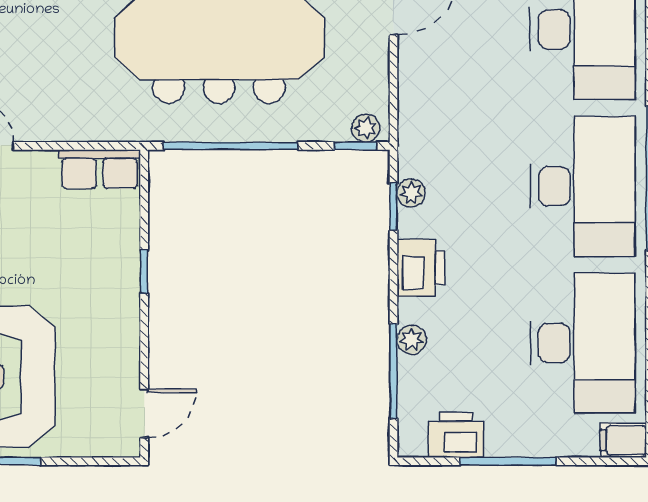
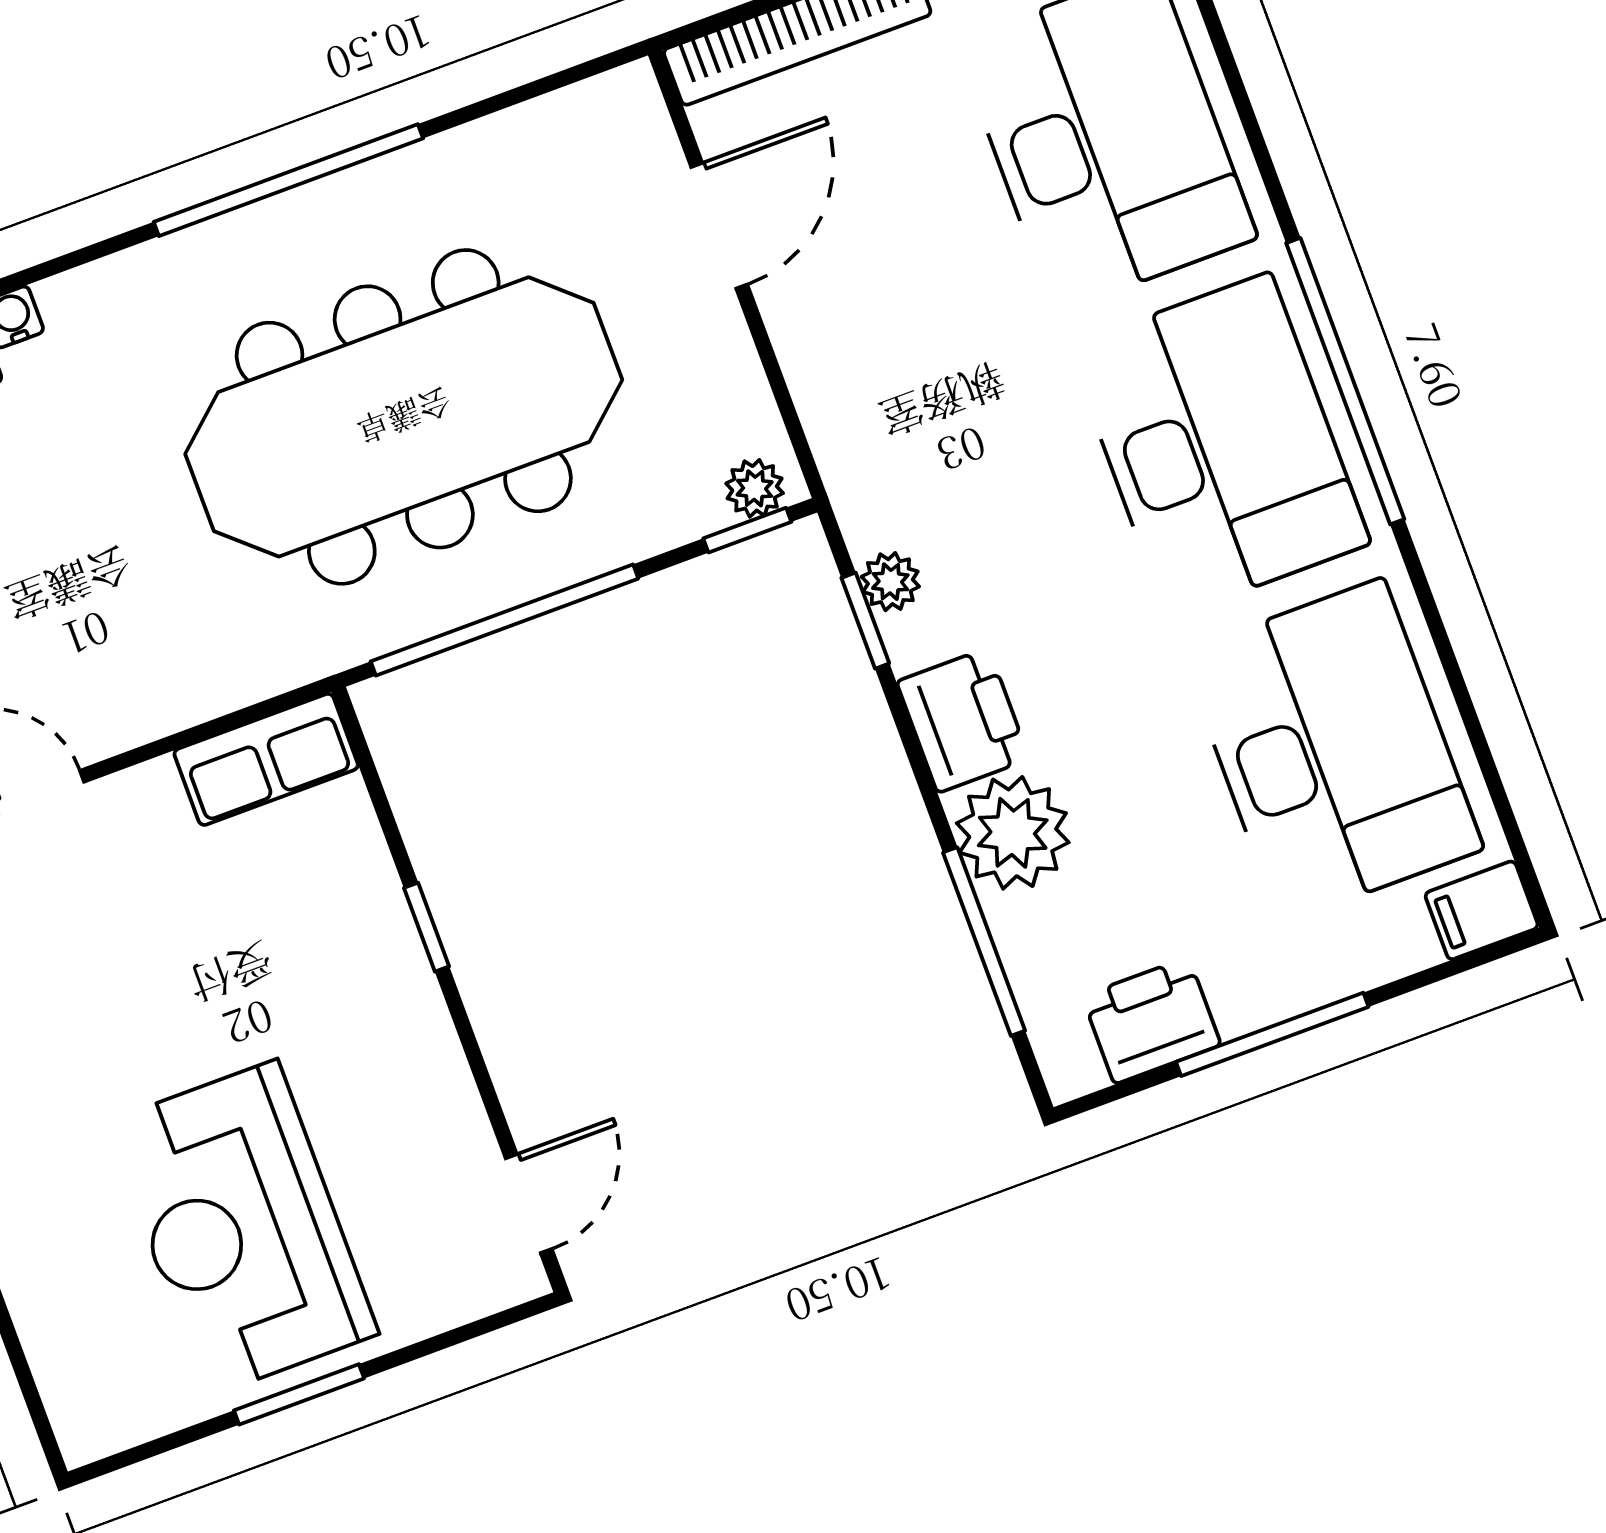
plant: (412, 340) -> (1013, 833), width x1.87, depth x1.87

